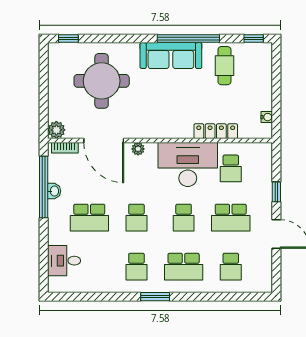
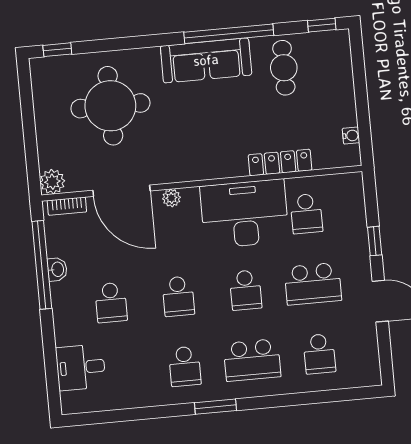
school desk: (89, 218) -> (111, 303), width x0.54

